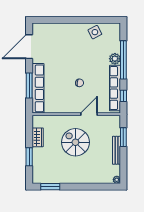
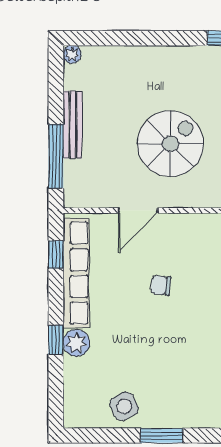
window: (79, 20) -> (162, 436), added
window: (123, 60) -> (56, 340), width x0.32
window: (123, 137) -> (56, 156), width x1.44
spiral stairs: (75, 142) -> (170, 144), turned -90

